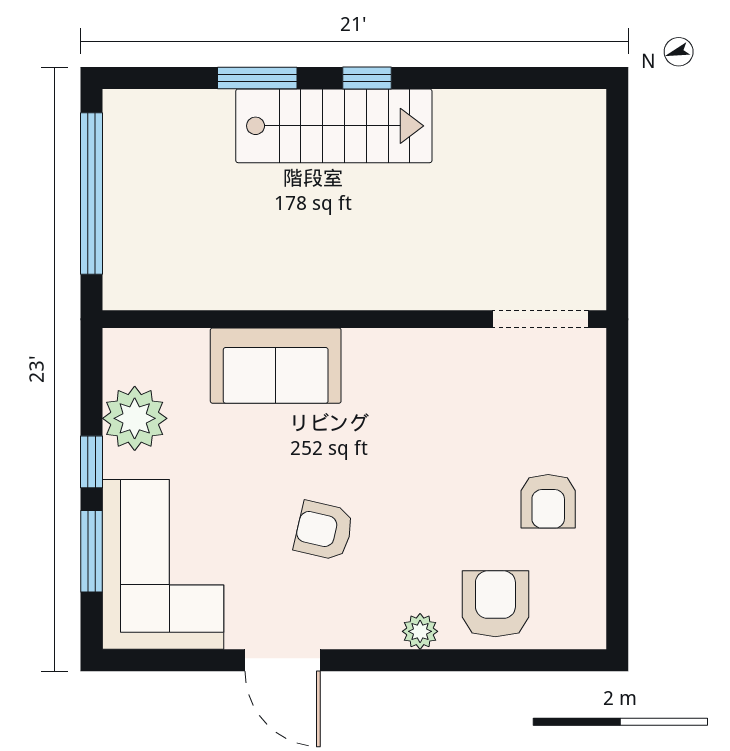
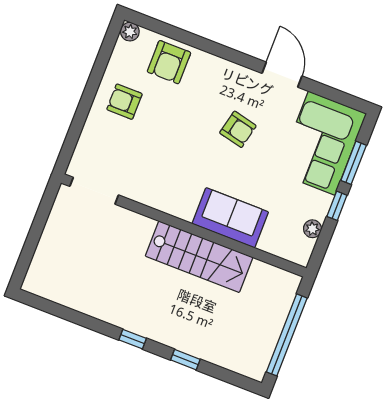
window: (257, 78) -> (185, 360), width x0.67
stairs: (334, 126) -> (199, 257), moved, turned 180
plant: (135, 418) -> (312, 229), width x0.53, depth x0.53
armchair: (548, 501) -> (124, 102), turned -90
plant: (420, 631) -> (130, 32), moved

